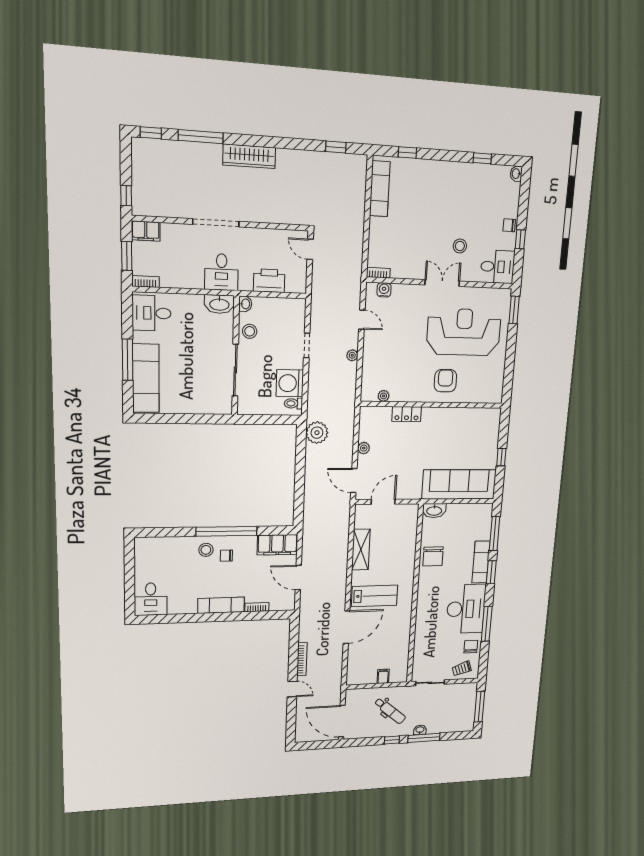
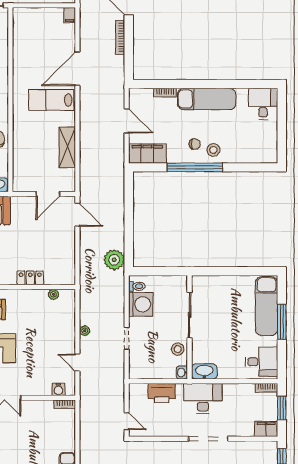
desk: (221, 272) -> (203, 398), width x1.37
plant: (364, 448) -> (70, 246), removed
exam couch: (221, 605) -> (207, 99), width x1.36, depth x1.45
filing cabinet: (383, 676) -> (70, 15), moved

